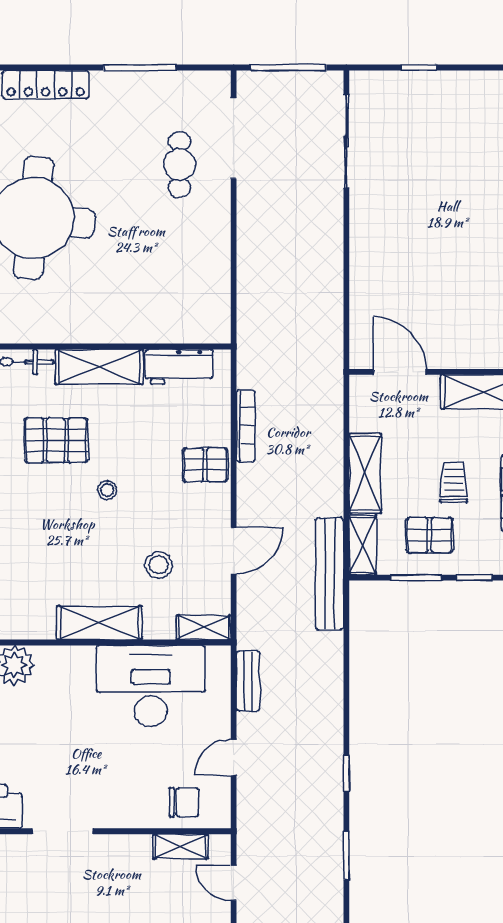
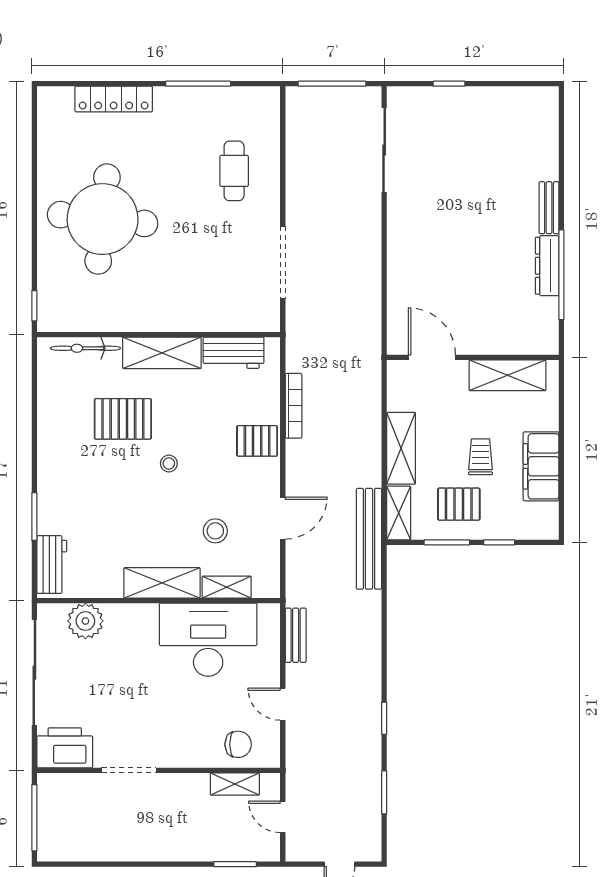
doorway: (234, 138) -> (283, 263), moved
shelving: (204, 627) -> (227, 587), moved
door: (234, 758) -> (283, 704), hinge flipped

